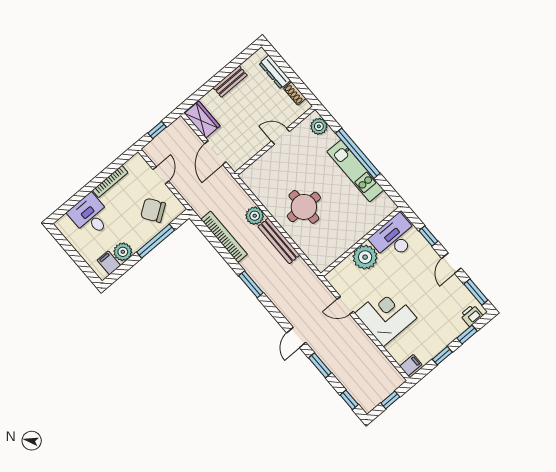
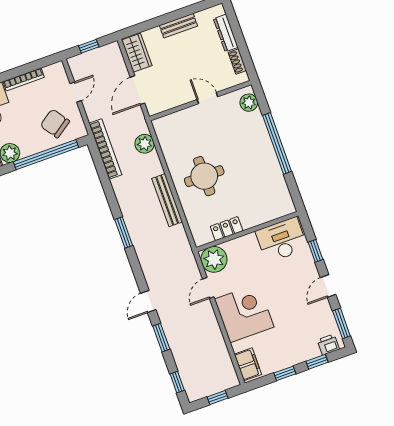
kitchen unit: (355, 171) -> (268, 160), removed
plant: (255, 216) -> (145, 144), moved
bookcase: (224, 237) -> (105, 149), moved
window: (156, 241) -> (46, 155), width x1.46
locker: (341, 246) -> (227, 229), added
plant: (365, 257) -> (214, 259), moved
door: (345, 305) -> (208, 288), hinge flipped
filing cabinet: (411, 365) -> (248, 364), width x2.00

